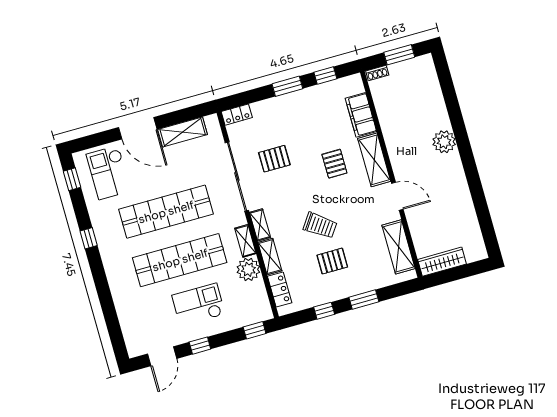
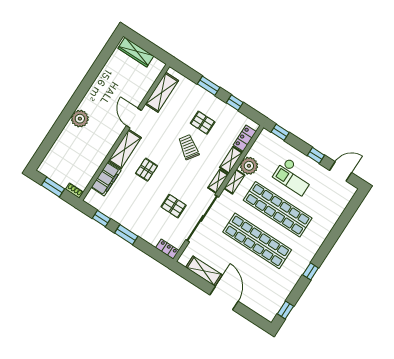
checkout: (109, 173) -> (264, 293), removed
wardrobe: (442, 262) -> (136, 52), moved

